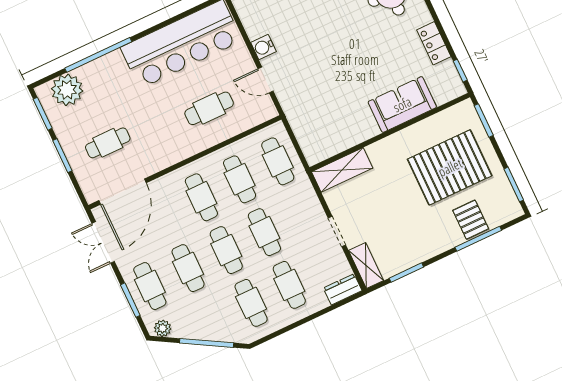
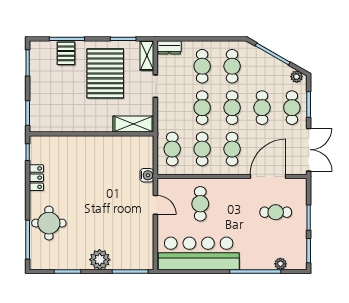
water cooler: (263, 47) -> (147, 175), moved
plant: (67, 90) -> (280, 264), width x0.53, depth x0.53
sofa: (402, 104) -> (75, 148), removed
cafe table: (209, 108) -> (200, 204), turned 90
pallet: (450, 167) -> (105, 73), moved, turned 90
door: (122, 192) -> (268, 176), moved
double door: (103, 242) -> (309, 150), width x1.37

